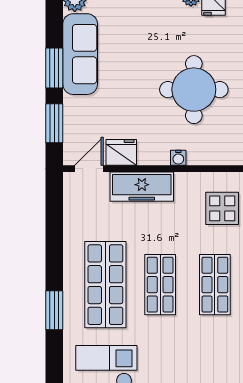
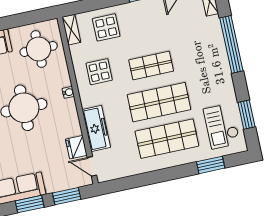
water cooler: (178, 158) -> (68, 92), moved
shop shelf: (160, 285) -> (159, 102), width x1.43, depth x1.36
window: (54, 310) -> (211, 165), moved

